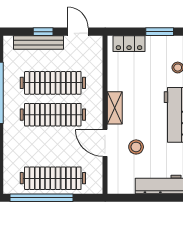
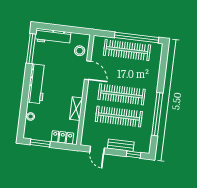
window: (43, 32) -> (134, 155), moved
bench: (38, 43) -> (121, 145), width x0.73
shelving: (115, 108) -> (76, 109), moved
stool: (136, 147) -> (80, 51), moved

